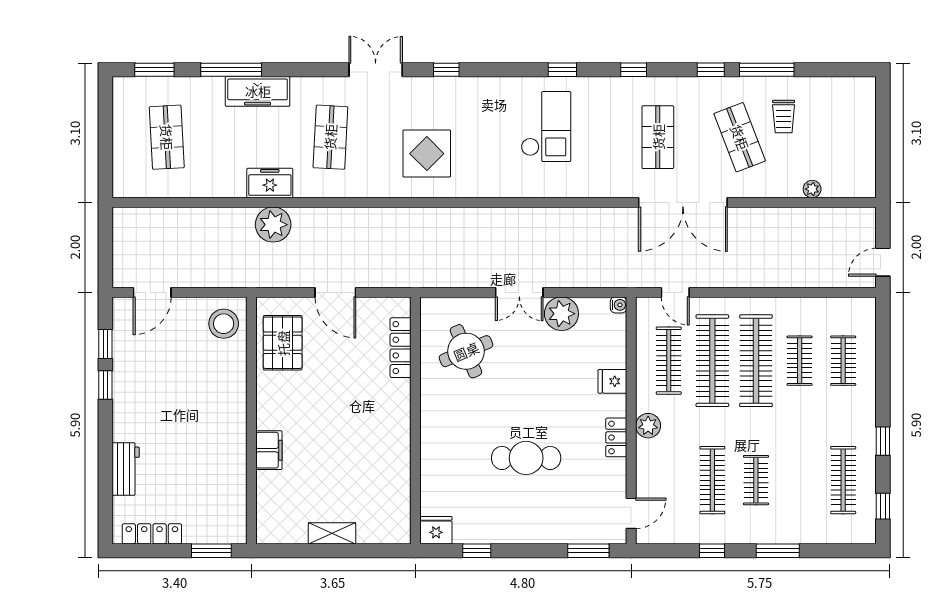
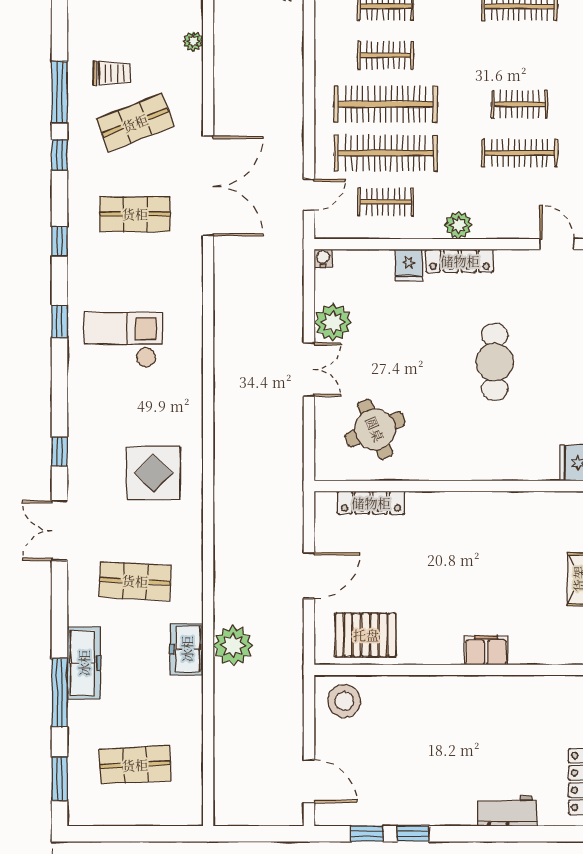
clothes rail: (669, 361) -> (386, 202), width x0.73
locker: (616, 437) -> (460, 261), width x1.53

